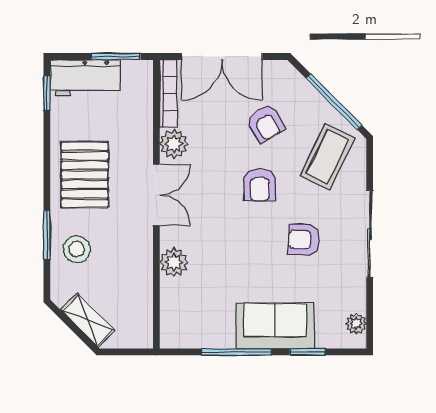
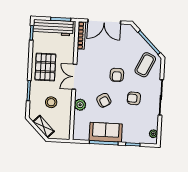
workbench: (85, 78) -> (53, 28), width x1.38
armchair: (266, 124) -> (104, 100), moved
plant: (174, 144) -> (83, 56), removed
double door: (156, 195) -> (74, 77), swing flipped
stool: (77, 249) -> (51, 102), moved
sofa: (275, 326) -> (106, 132), moved

